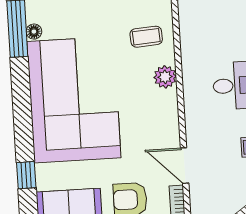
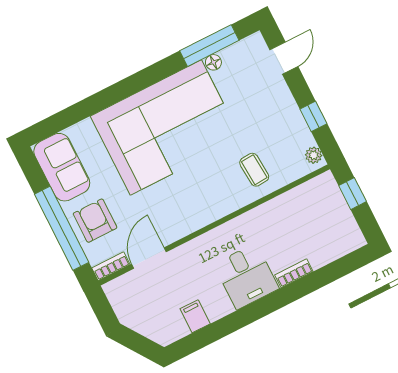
plant: (165, 77) -> (224, 204), removed
window: (26, 175) -> (76, 113), removed

